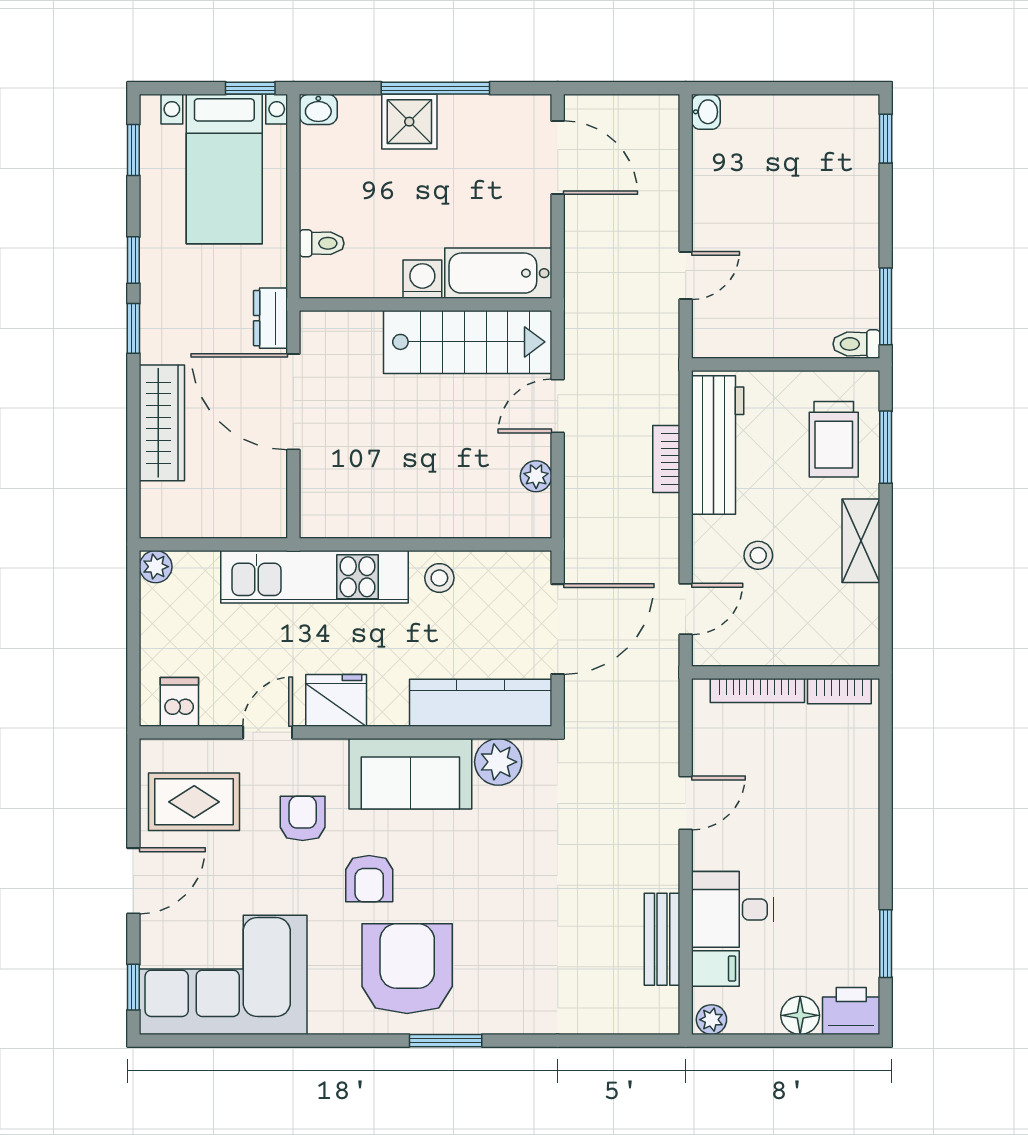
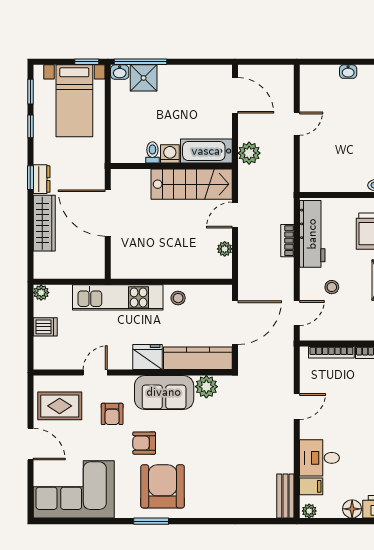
window: (435, 88) -> (140, 62), moved
washbasin: (706, 112) -> (348, 72), moved, turned 90
shower: (409, 122) -> (144, 78), moved
toilet: (322, 243) -> (152, 152), moved, turned -90
window: (133, 260) -> (30, 126), moved
door: (686, 275) -> (297, 124), moved
plant: (587, 277) -> (249, 153), added
dresser: (270, 318) -> (42, 179), moved, turned 180
fridge: (336, 700) -> (148, 357), moved
dishwasher: (179, 702) -> (45, 327), moved, turned 90
armchair: (303, 818) -> (112, 414), turned 180
armchair: (369, 879) -> (144, 443), turned 90
door: (133, 881) -> (30, 444), hinge flipped
bench: (662, 939) -> (285, 496), moved
window: (133, 987) -> (30, 495), removed
window: (446, 1041) -> (151, 521), moved

